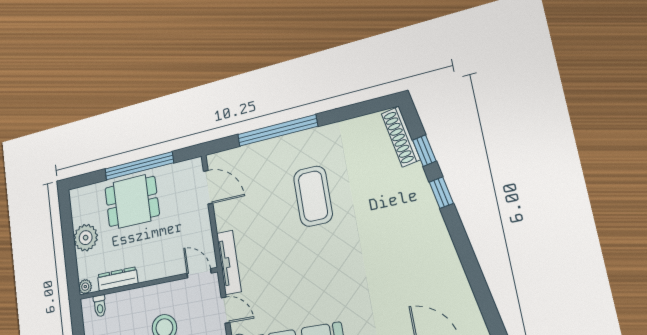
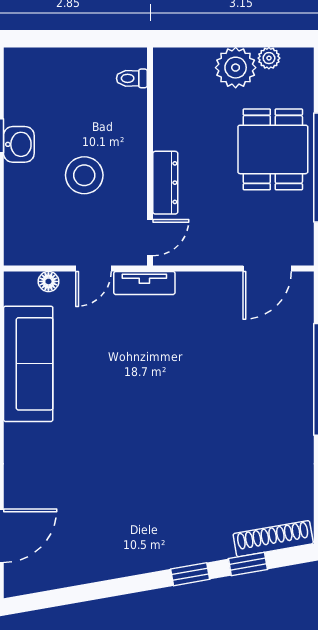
coffee table: (313, 196) -> (222, 413), removed
tv unit: (229, 262) -> (144, 283), width x0.71
dresser: (118, 279) -> (165, 183), moved
plant: (85, 287) -> (269, 58), moved

